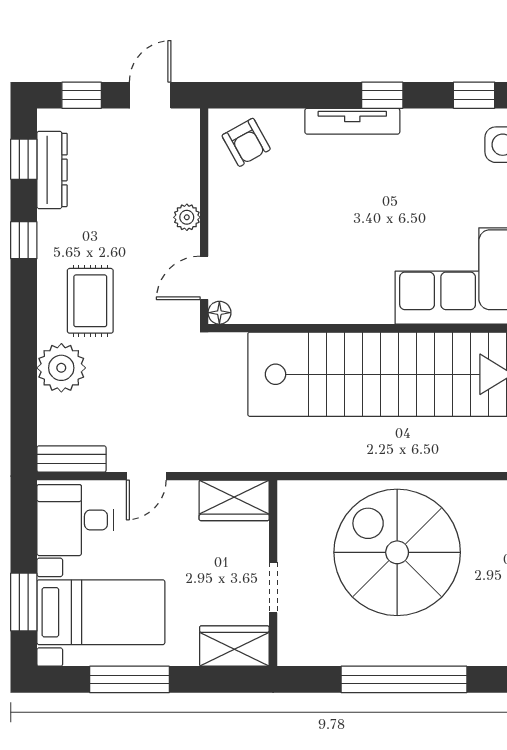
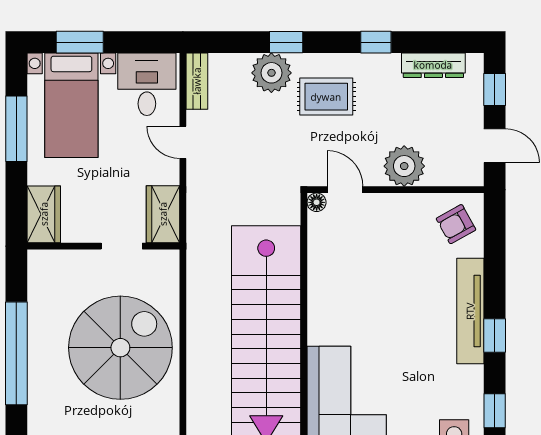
tv unit: (352, 121) -> (470, 311), width x1.36, depth x1.29
window: (24, 159) -> (286, 42), moved
plant: (187, 217) -> (404, 166), width x1.87, depth x1.87
doorway: (273, 588) -> (122, 246), moved

